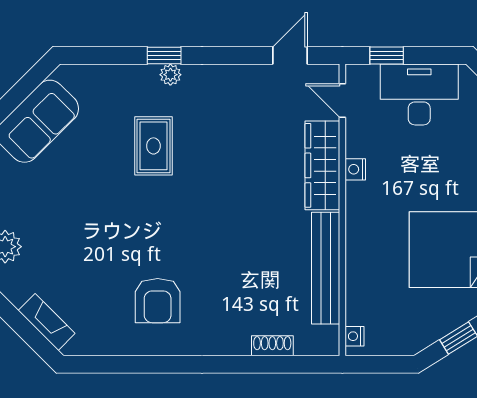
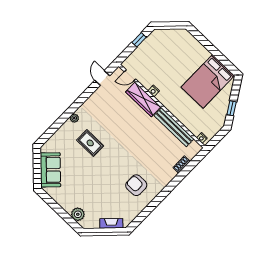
window: (164, 56) -> (67, 115), removed
window: (387, 56) -> (139, 40), moved
desk: (419, 94) -> (150, 51), removed
armchair: (158, 301) -> (136, 185), turned 180

